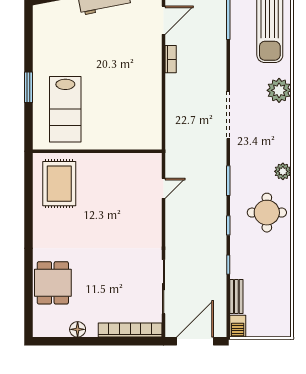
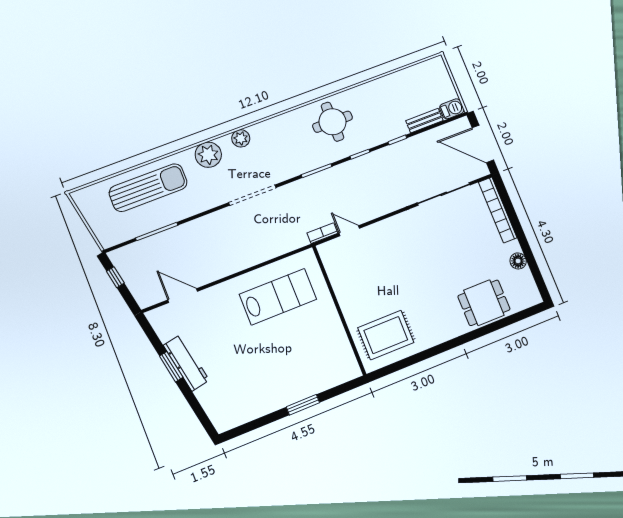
bookcase: (171, 59) -> (322, 233), moved
lab bench: (65, 109) -> (278, 297), moved
plant: (283, 171) -> (241, 138), moved

